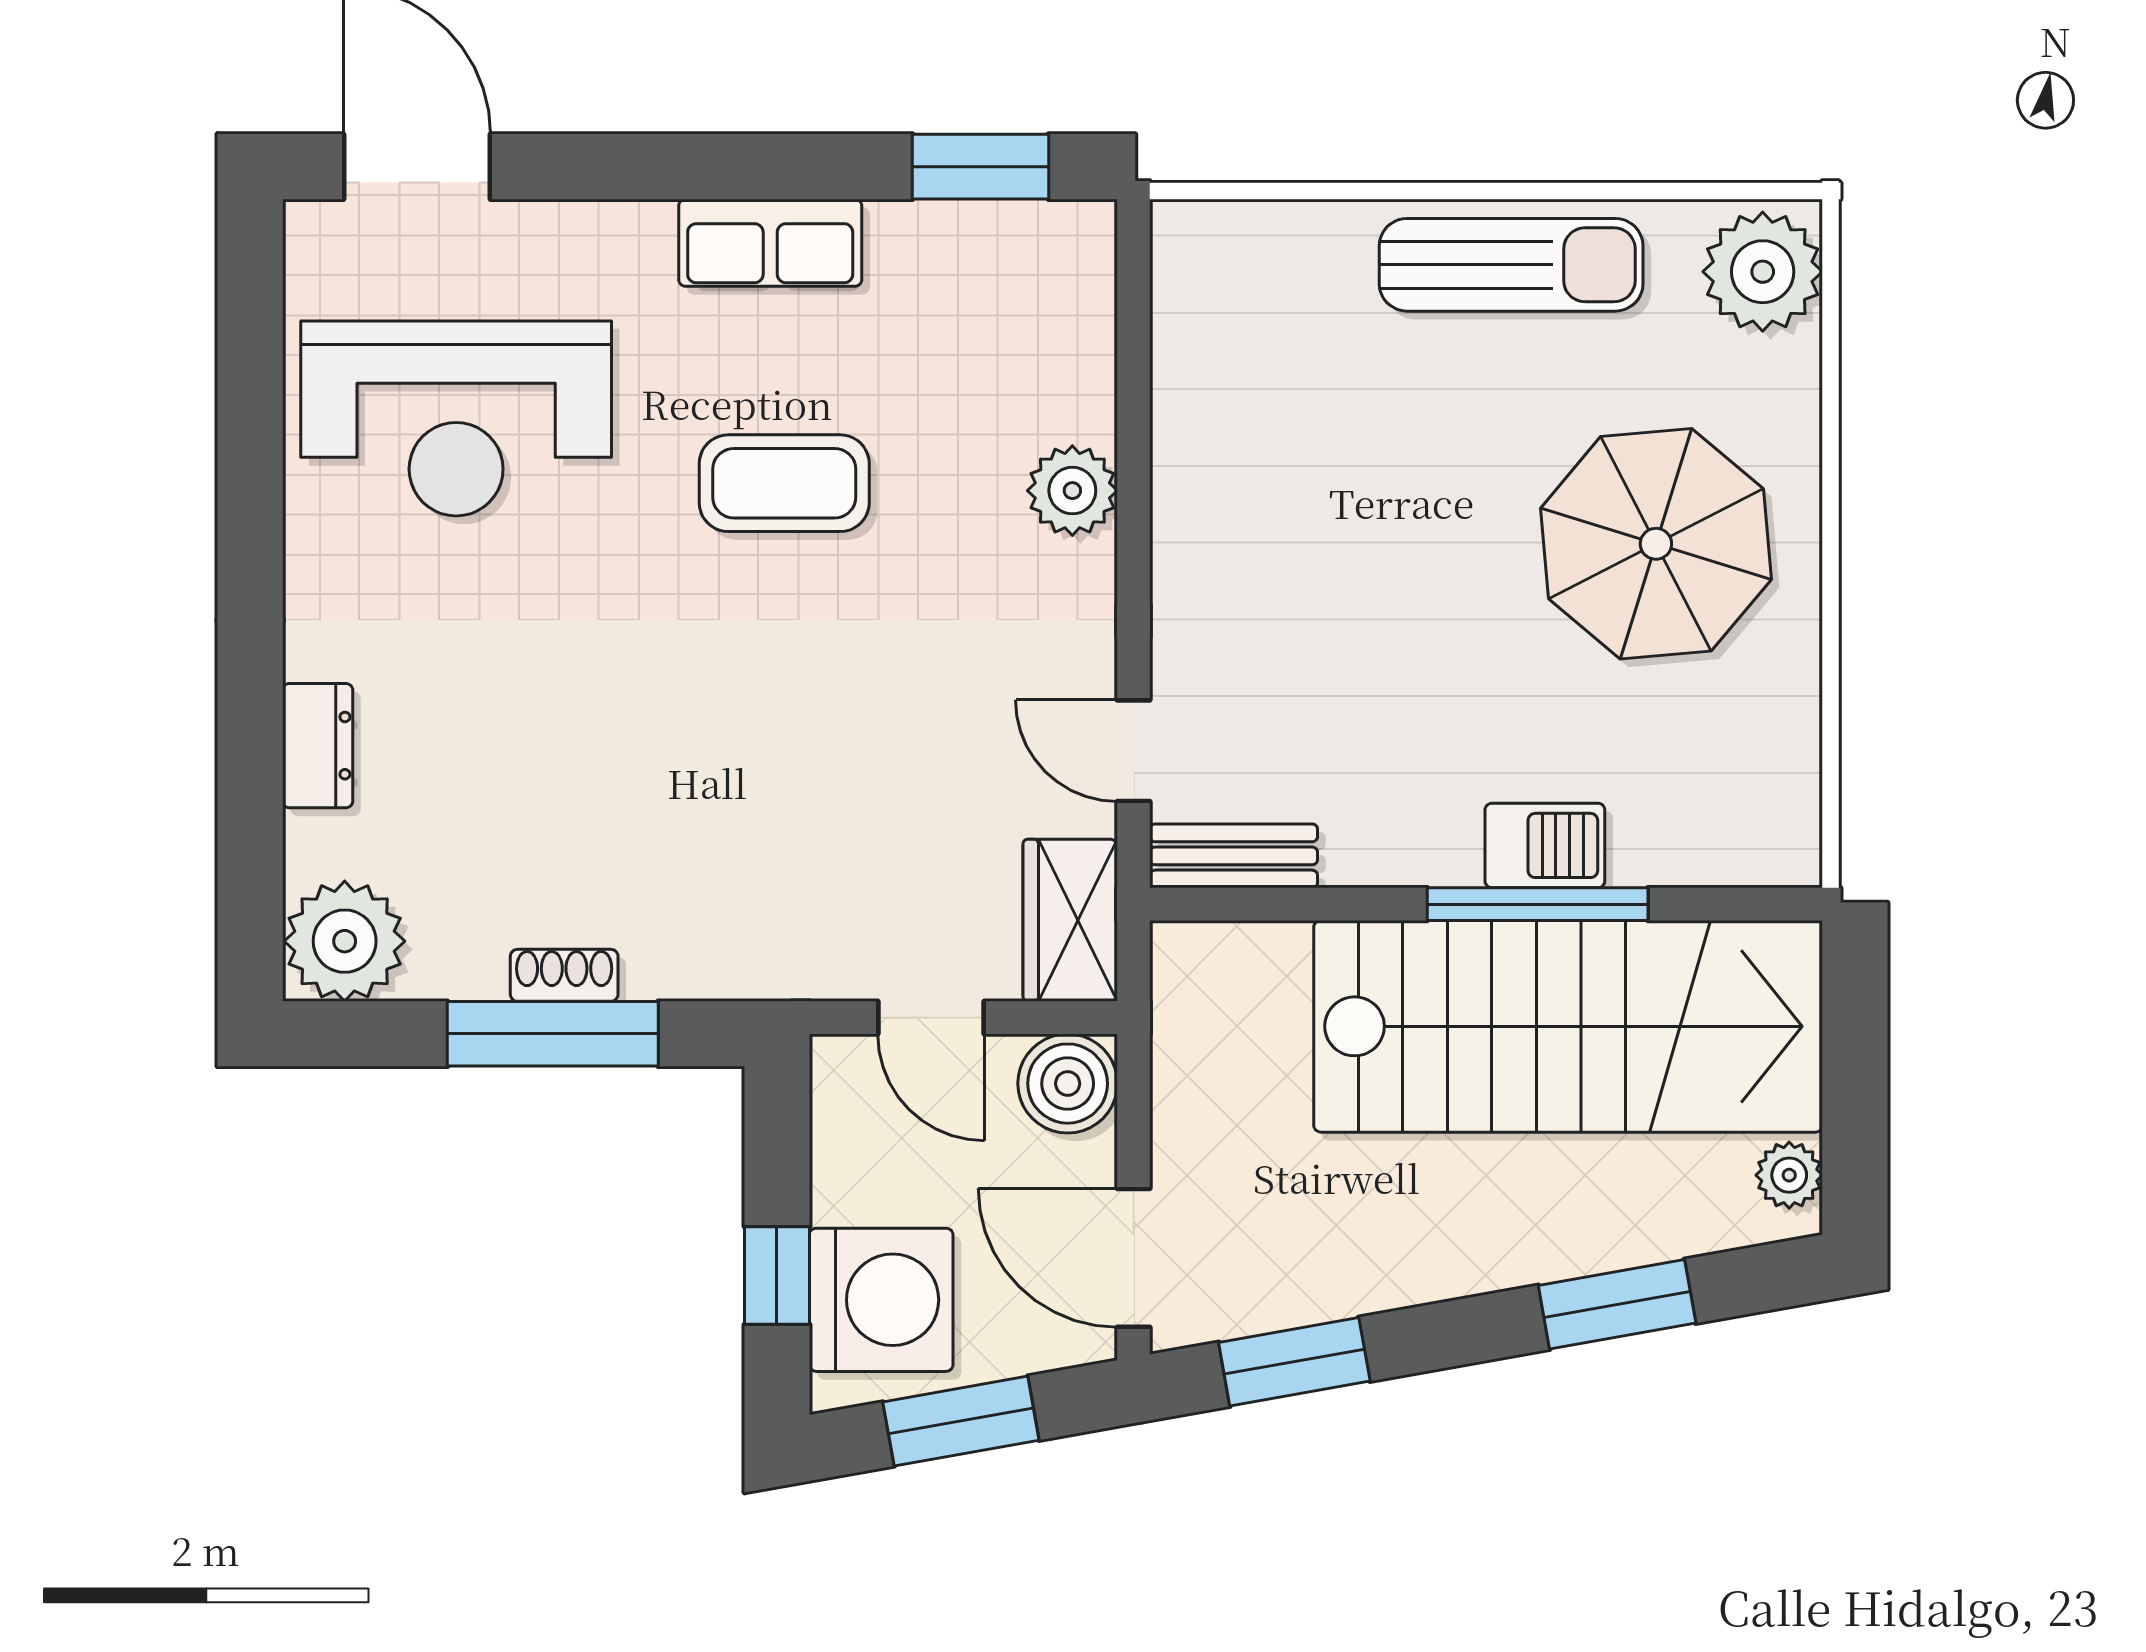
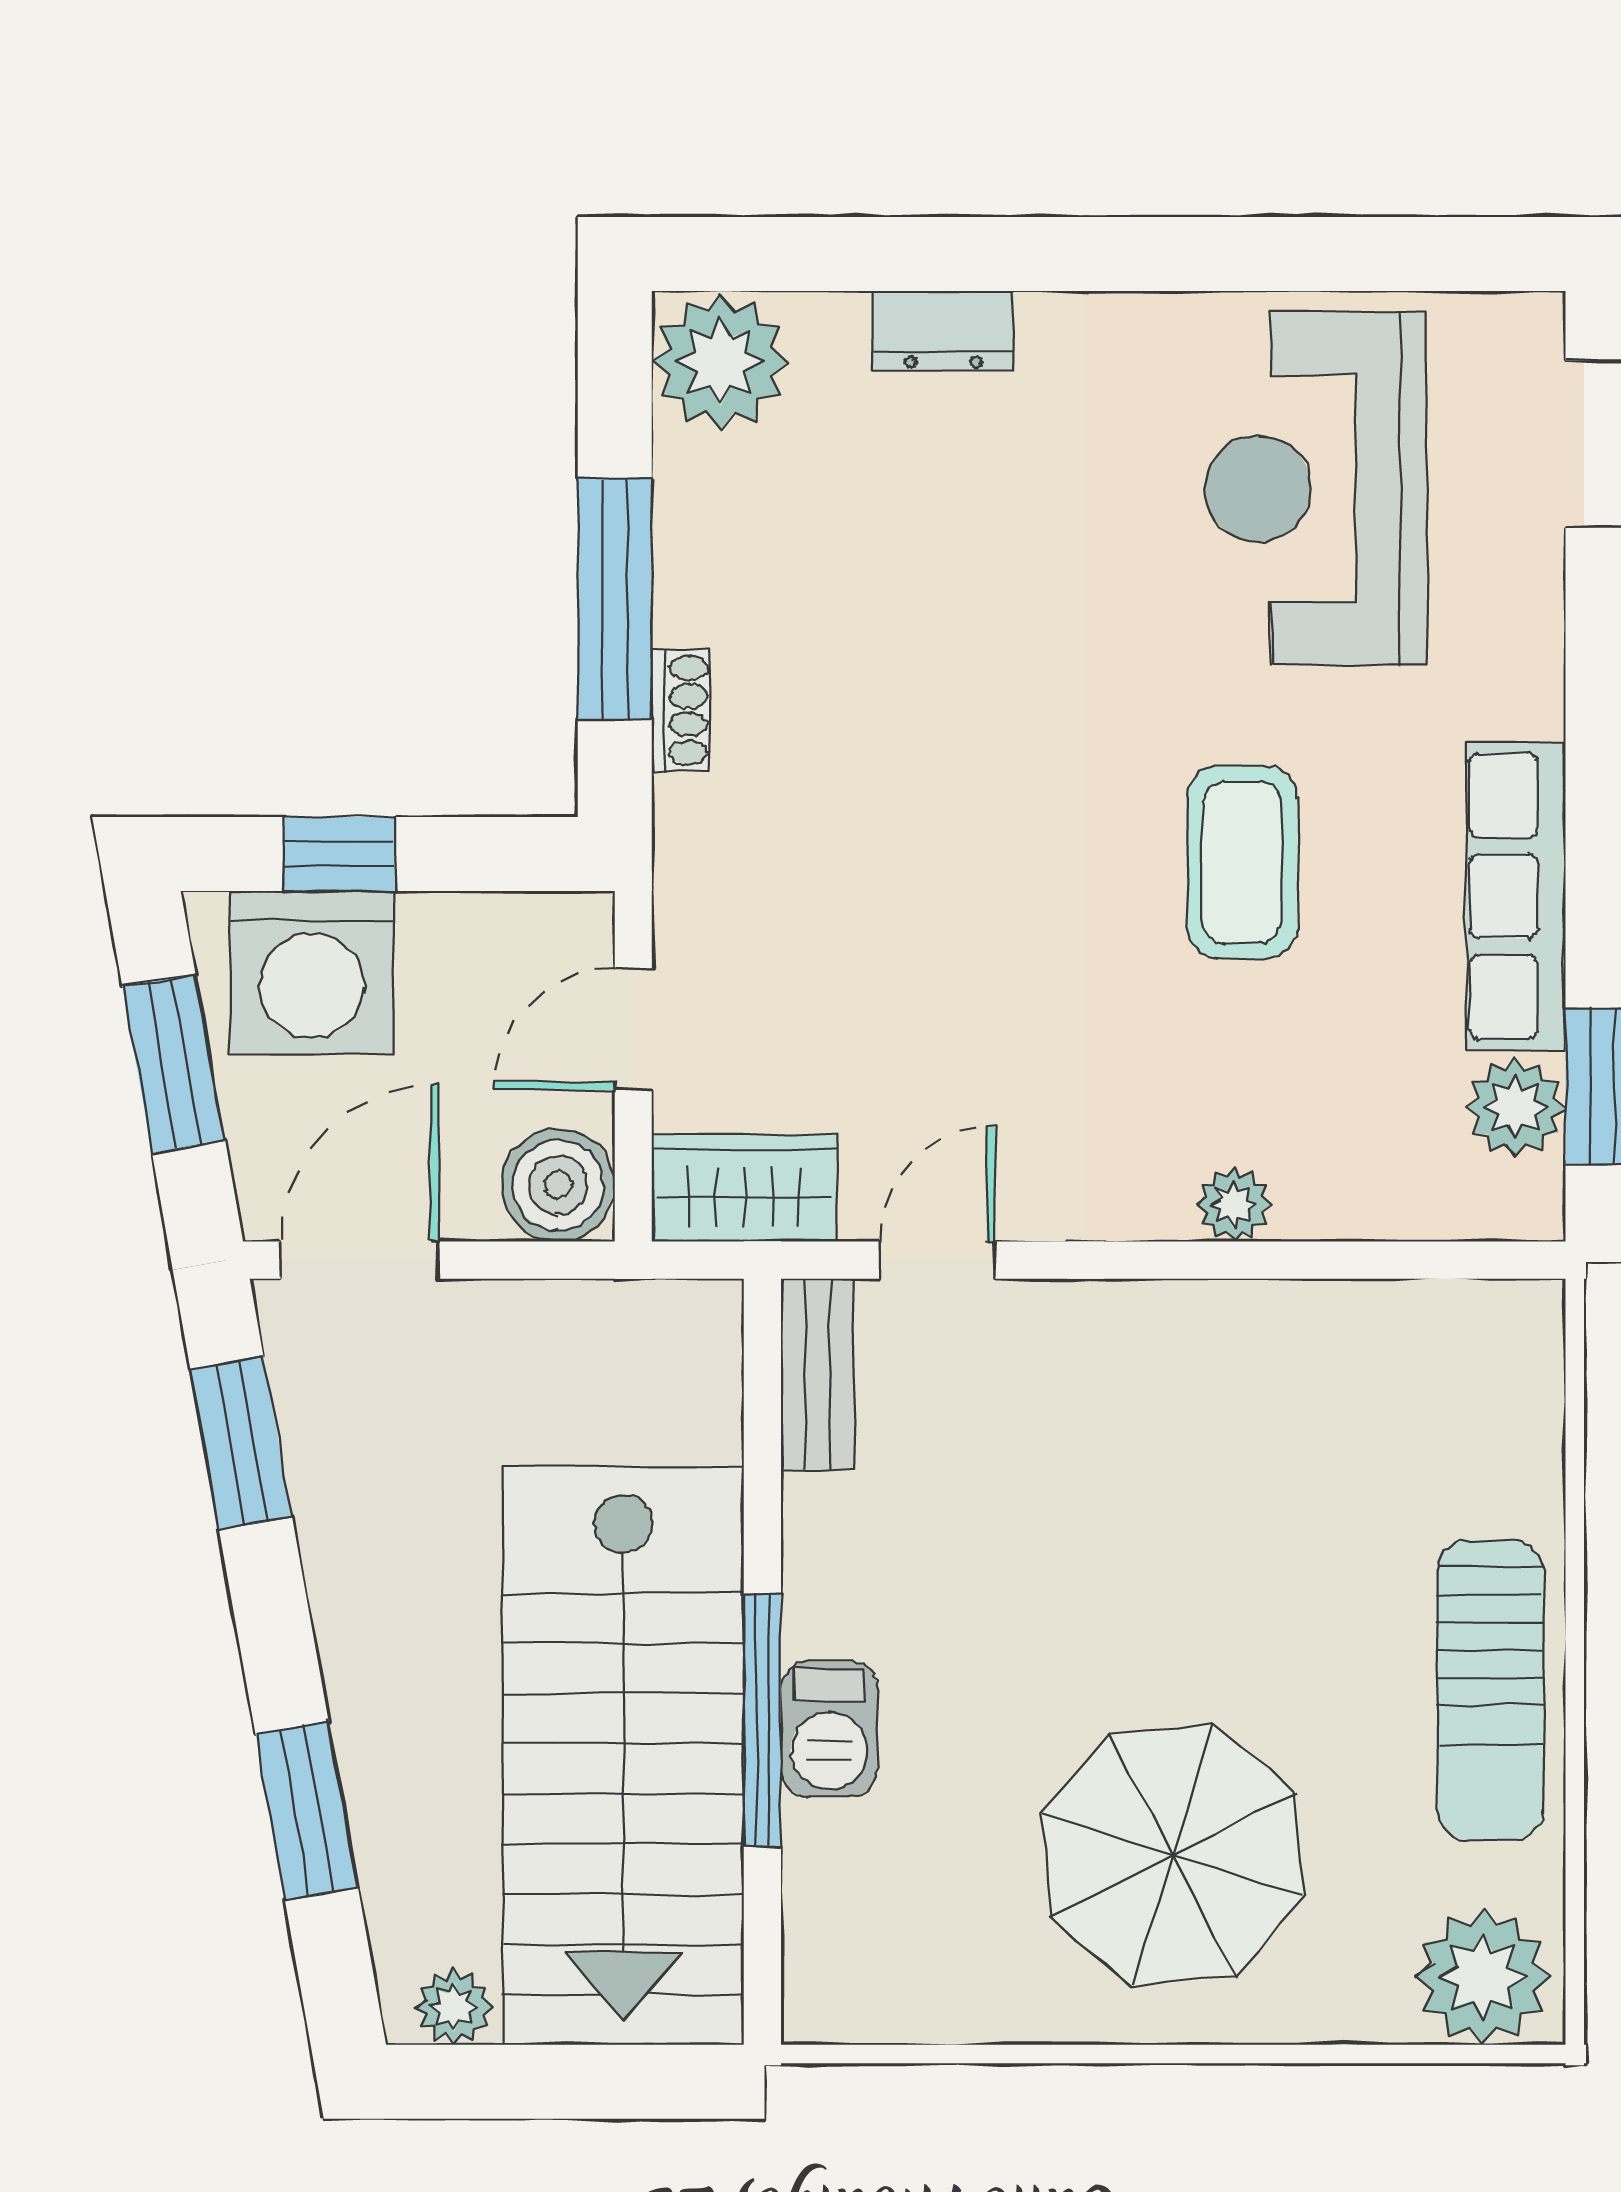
row of seats: (770, 243) -> (1516, 896), width x1.48
plant: (1000, 243) -> (1516, 1108), added
plant: (1072, 491) -> (1233, 1204), width x0.73, depth x0.73
shoe rack: (564, 975) -> (681, 710), moved

